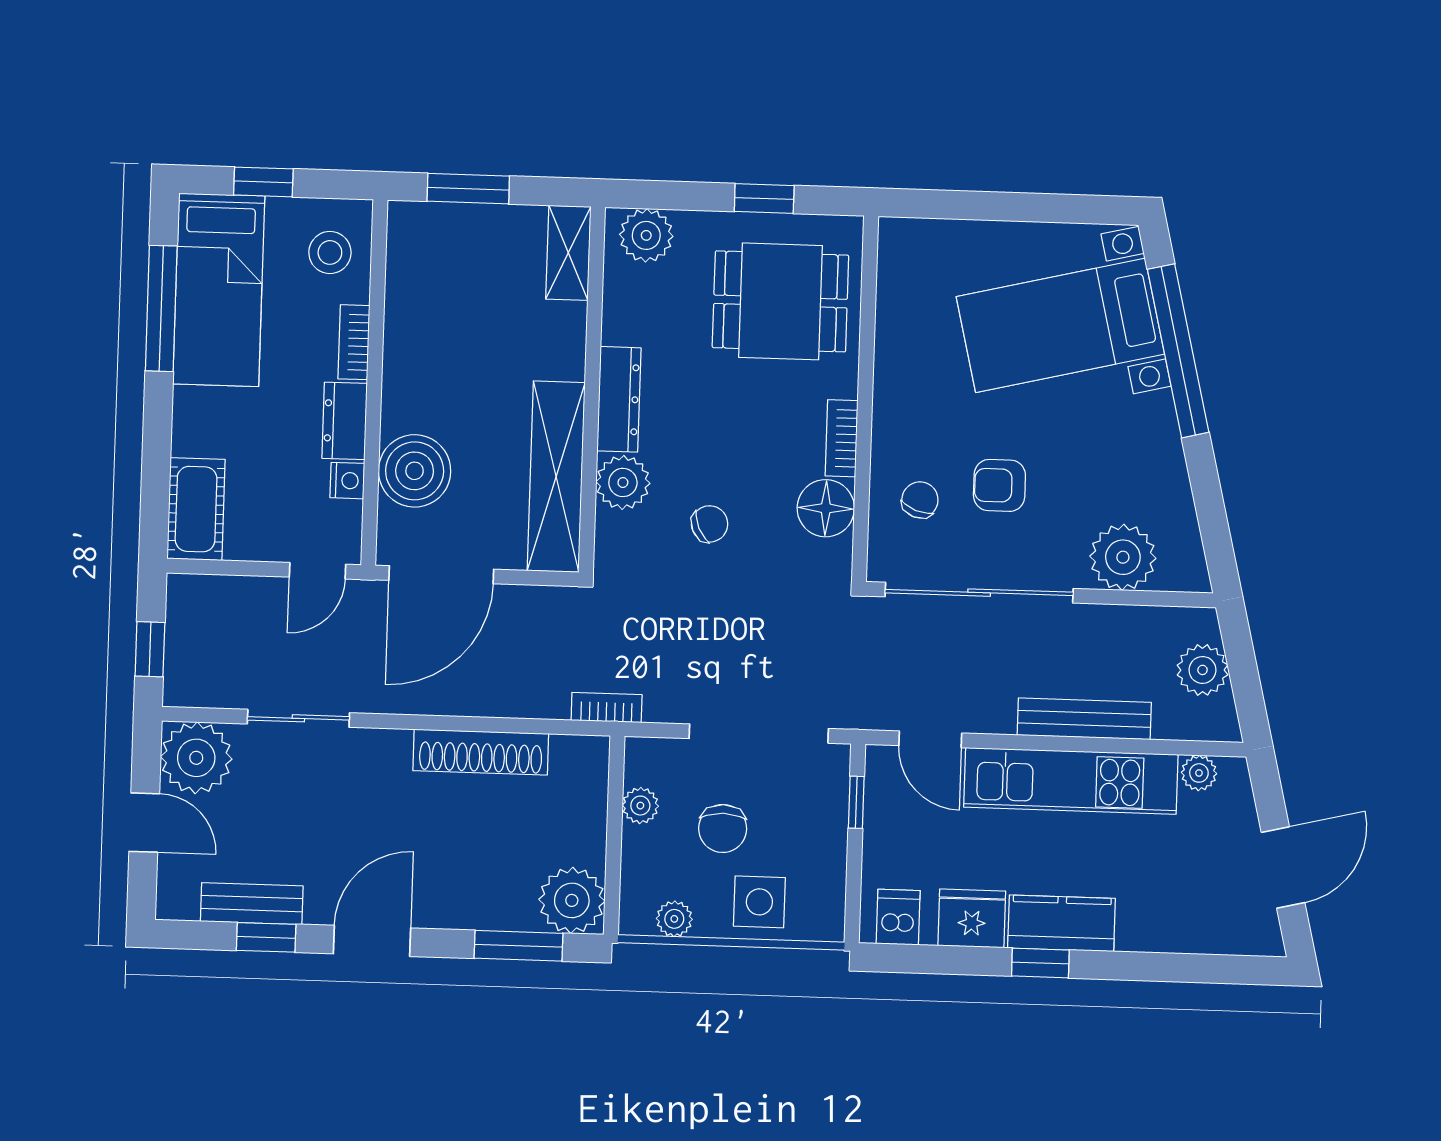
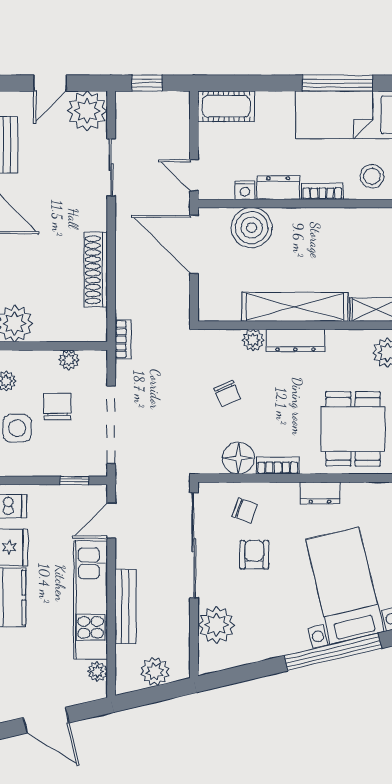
dresser: (893, 364) -> (320, 493), added
shelving: (556, 477) -> (295, 307), moved
plant: (623, 482) -> (253, 340), width x0.73, depth x0.73
chair: (723, 828) -> (57, 406), turned 90

